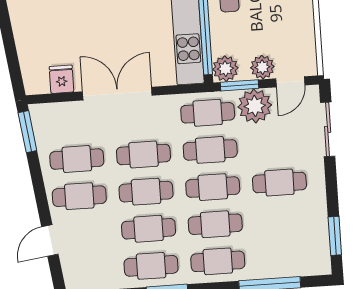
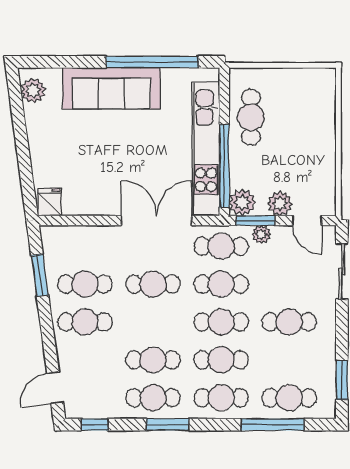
fridge: (62, 79) -> (50, 202), moved
door: (290, 82) -> (307, 220), hinge flipped
double door: (117, 94) -> (156, 220), moved
plant: (255, 106) -> (261, 234), width x0.53, depth x0.53
window: (27, 132) -> (40, 275), moved
cafe table: (146, 192) -> (289, 398), moved
door: (50, 240) -> (55, 388), moved

